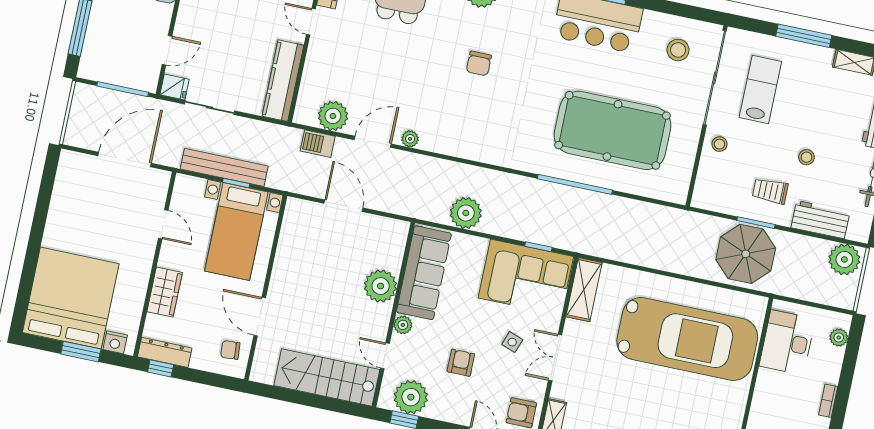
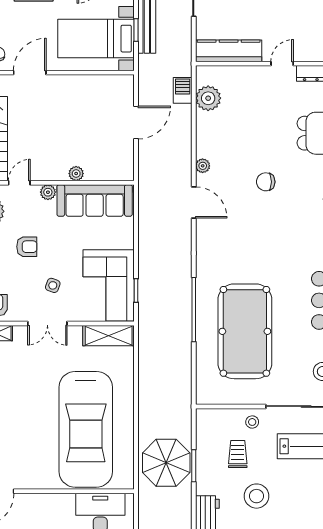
chair: (479, 64) -> (266, 182), moved
door: (373, 142) -> (194, 202), moved
stool: (806, 157) -> (256, 496), width x1.89, depth x1.89
trolley: (770, 191) -> (238, 454), moved
plant: (466, 213) -> (151, 225), removed
plant: (381, 286) -> (76, 174), width x0.53, depth x0.53
double door: (555, 358) -> (47, 323), swing flipped

